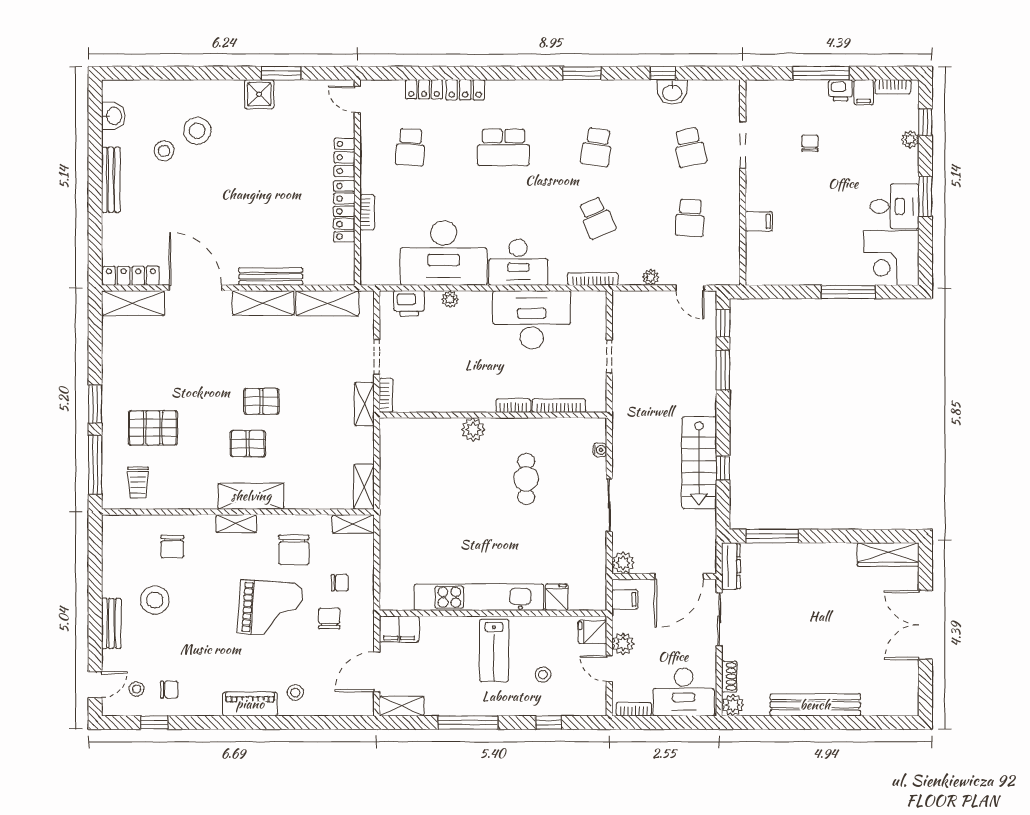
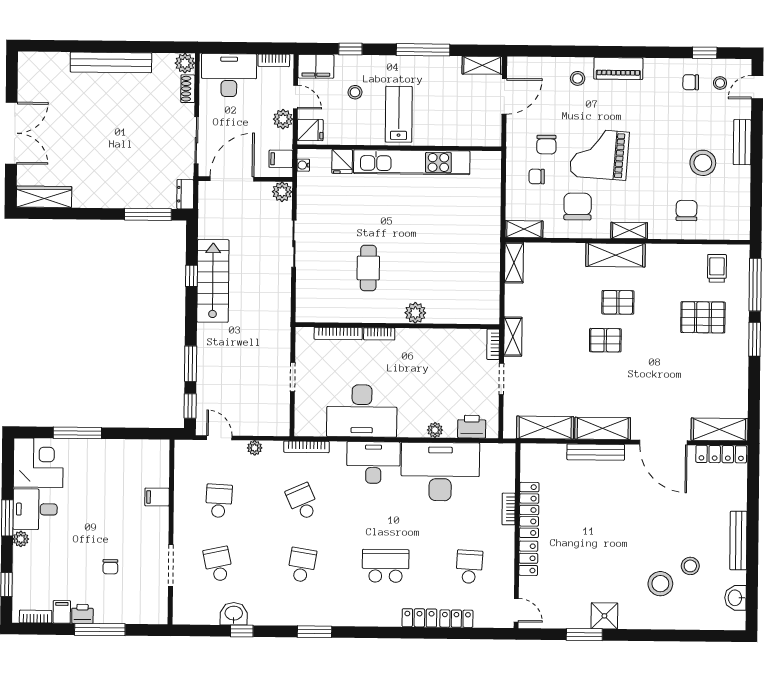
plant: (910, 140) -> (21, 539), moved
water cooler: (600, 450) -> (303, 165), moved
dresser: (731, 566) -> (185, 194), width x0.70
filing cabinet: (399, 629) -> (316, 66), moved, turned 180

